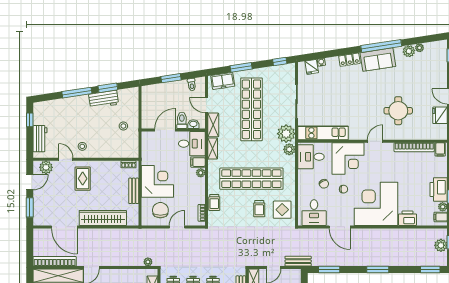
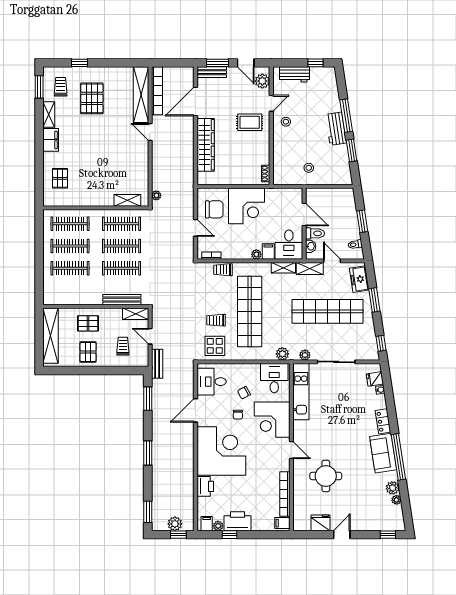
workbench: (104, 99) -> (336, 129), moved
door: (206, 105) -> (332, 261), hinge flipped
plant: (286, 134) -> (305, 355), width x0.53, depth x0.53
bench: (134, 191) -> (212, 72), moved

